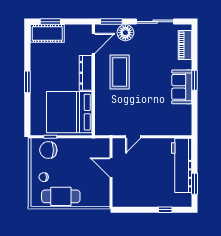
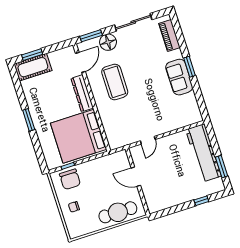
chair: (48, 150) -> (70, 179), turned -90
cafe table: (61, 196) -> (118, 212), moved

